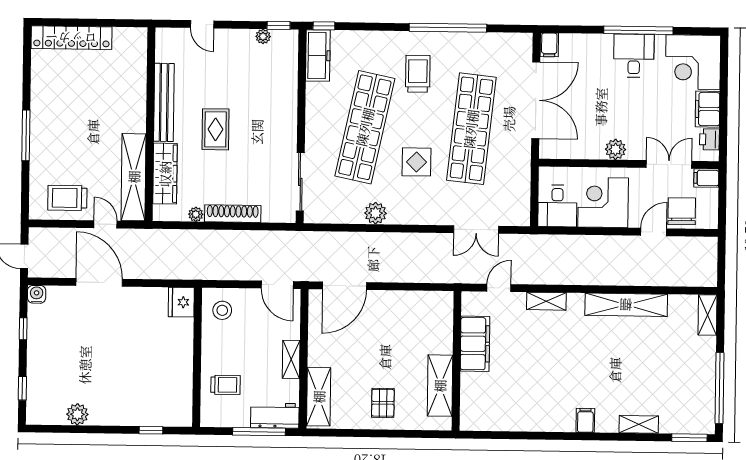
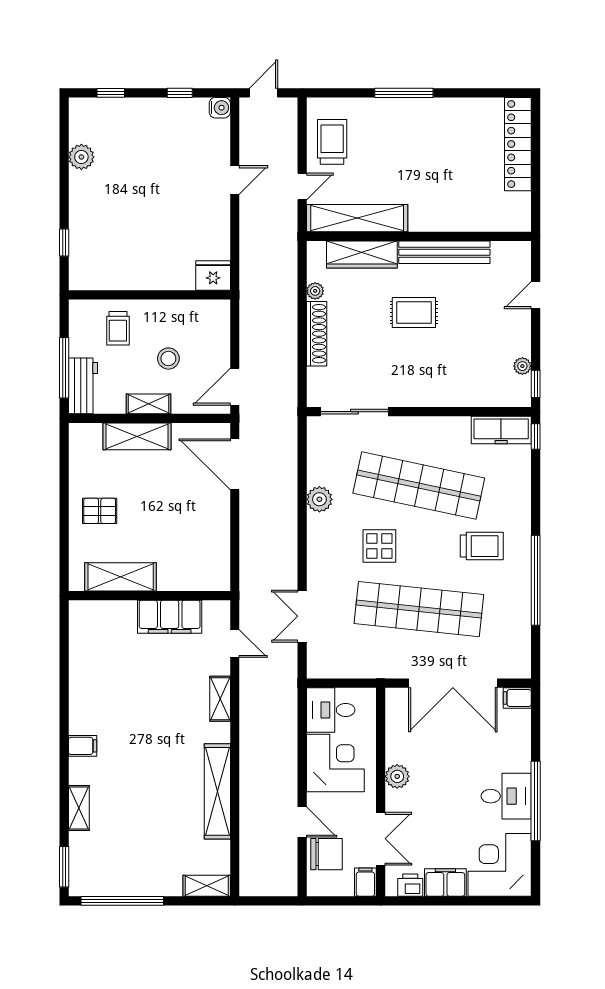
door: (99, 282) -> (235, 180), width x0.53
stool: (222, 310) -> (168, 359), moved
shelving: (319, 397) -> (137, 436), moved

